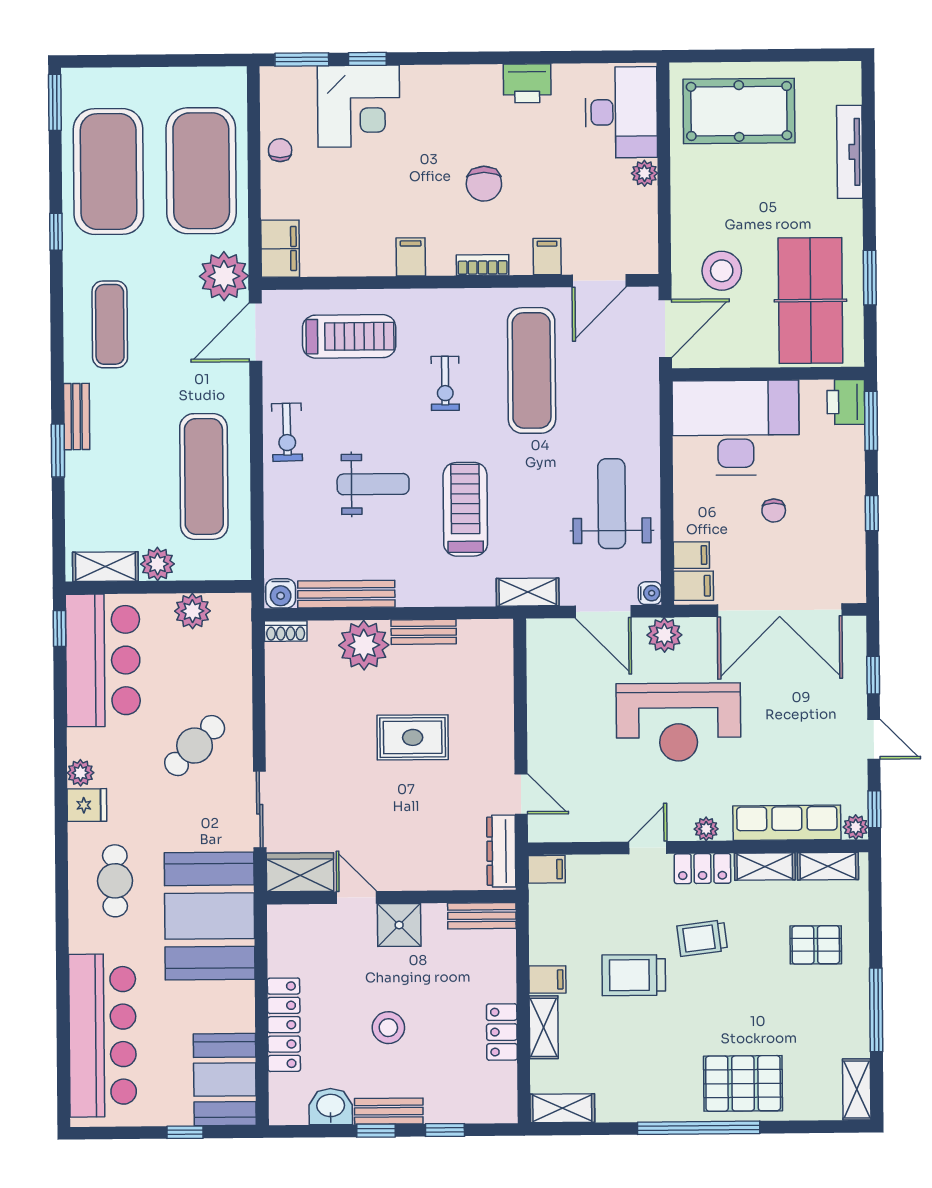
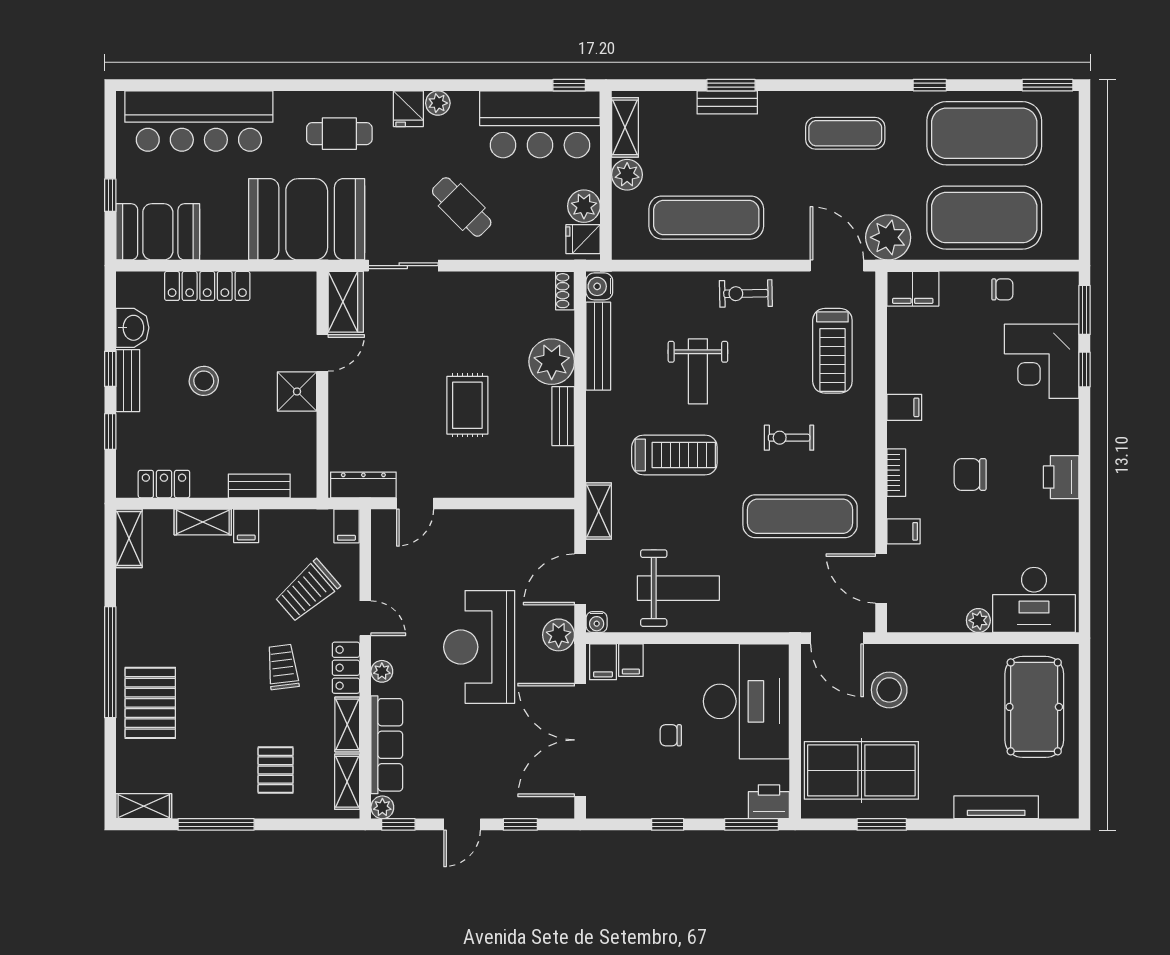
printer: (527, 83) -> (1061, 477), moved
bench: (77, 417) -> (727, 102), moved
fridge: (229, 612) -> (583, 239), added
bench: (482, 916) -> (259, 486), moved, turned 90
trolley: (634, 975) -> (307, 591), moved, turned -131
locker: (502, 1032) -> (164, 484), moved

